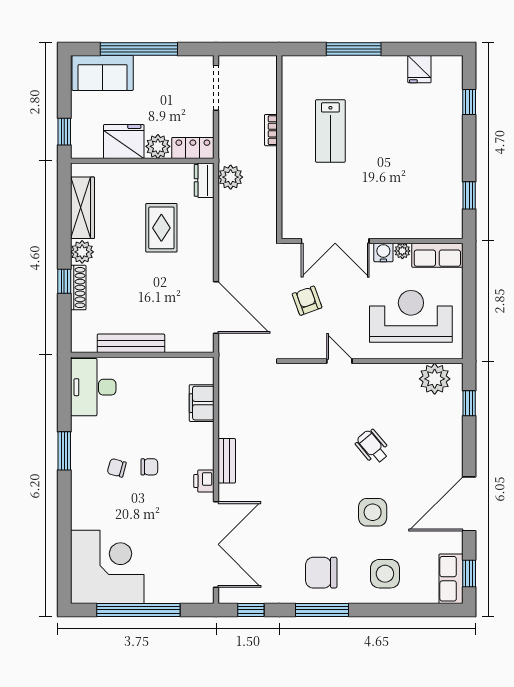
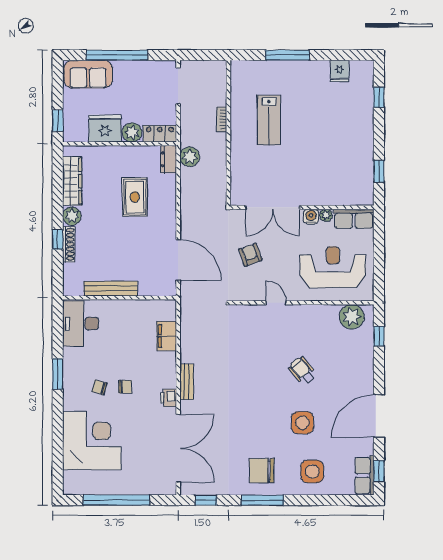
corner desk: (107, 567) -> (92, 441), moved

